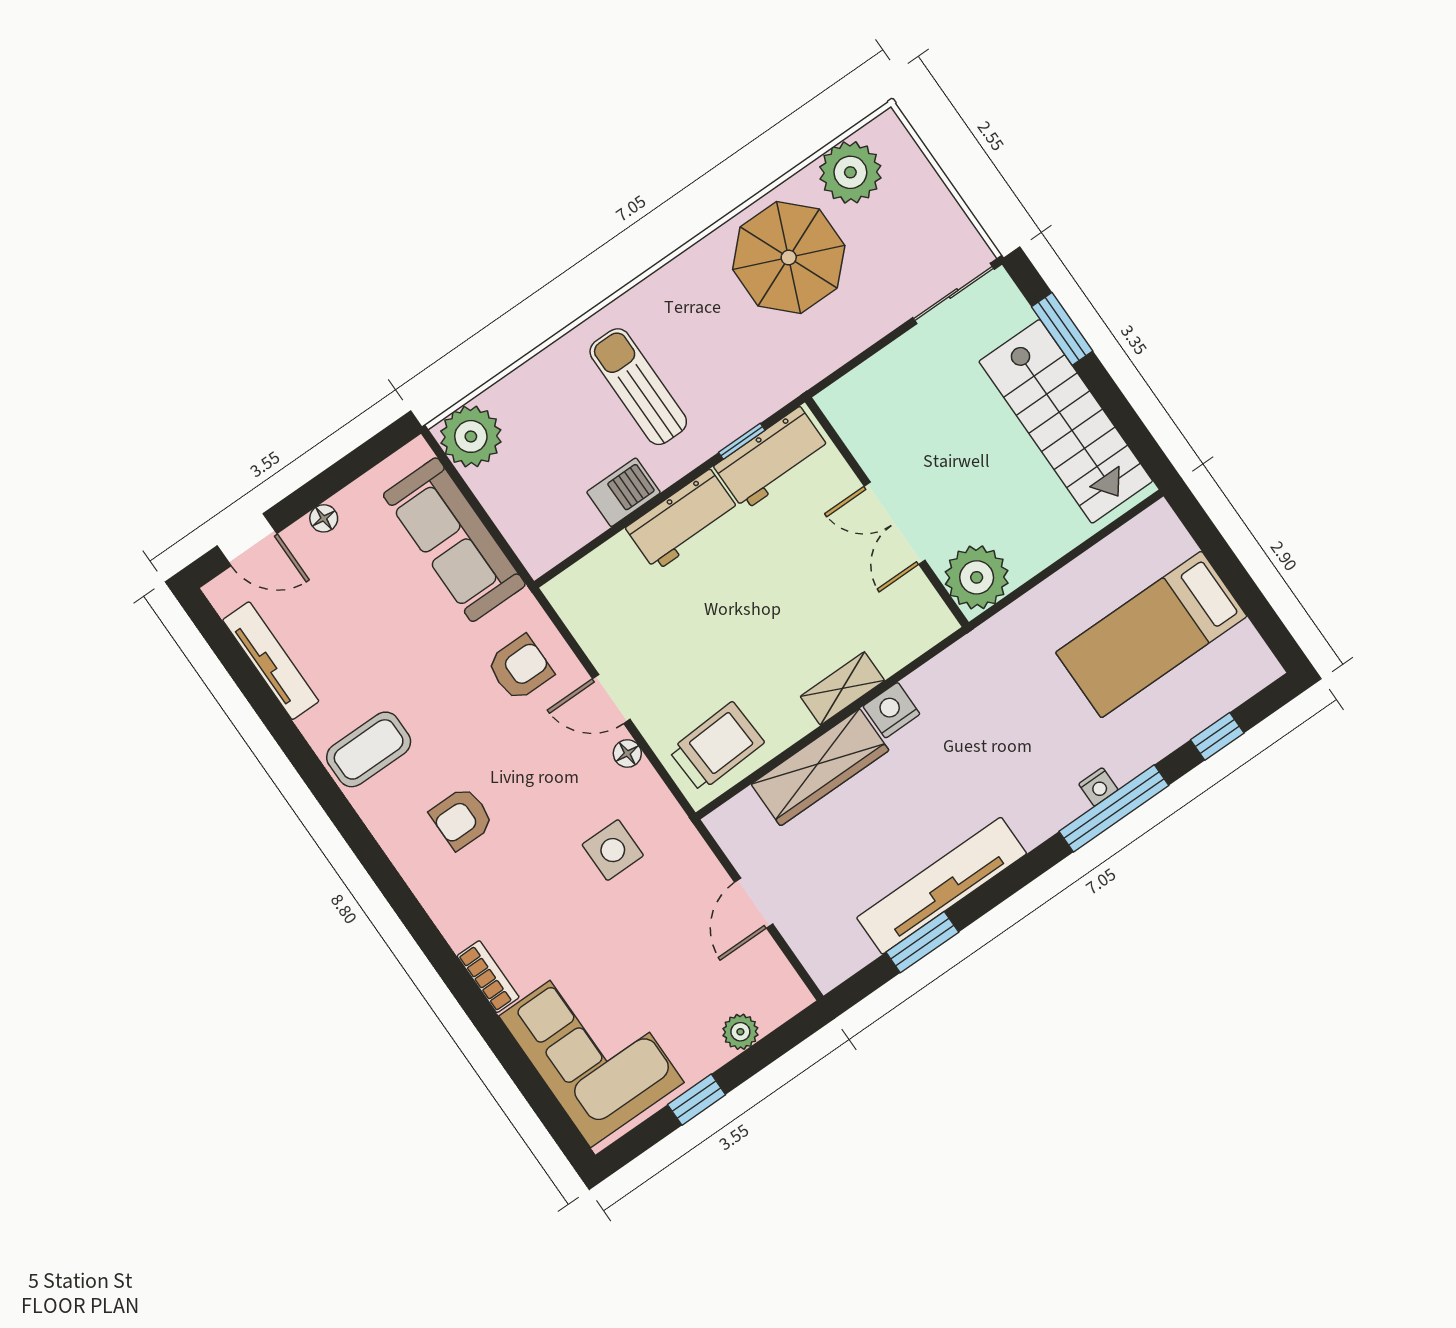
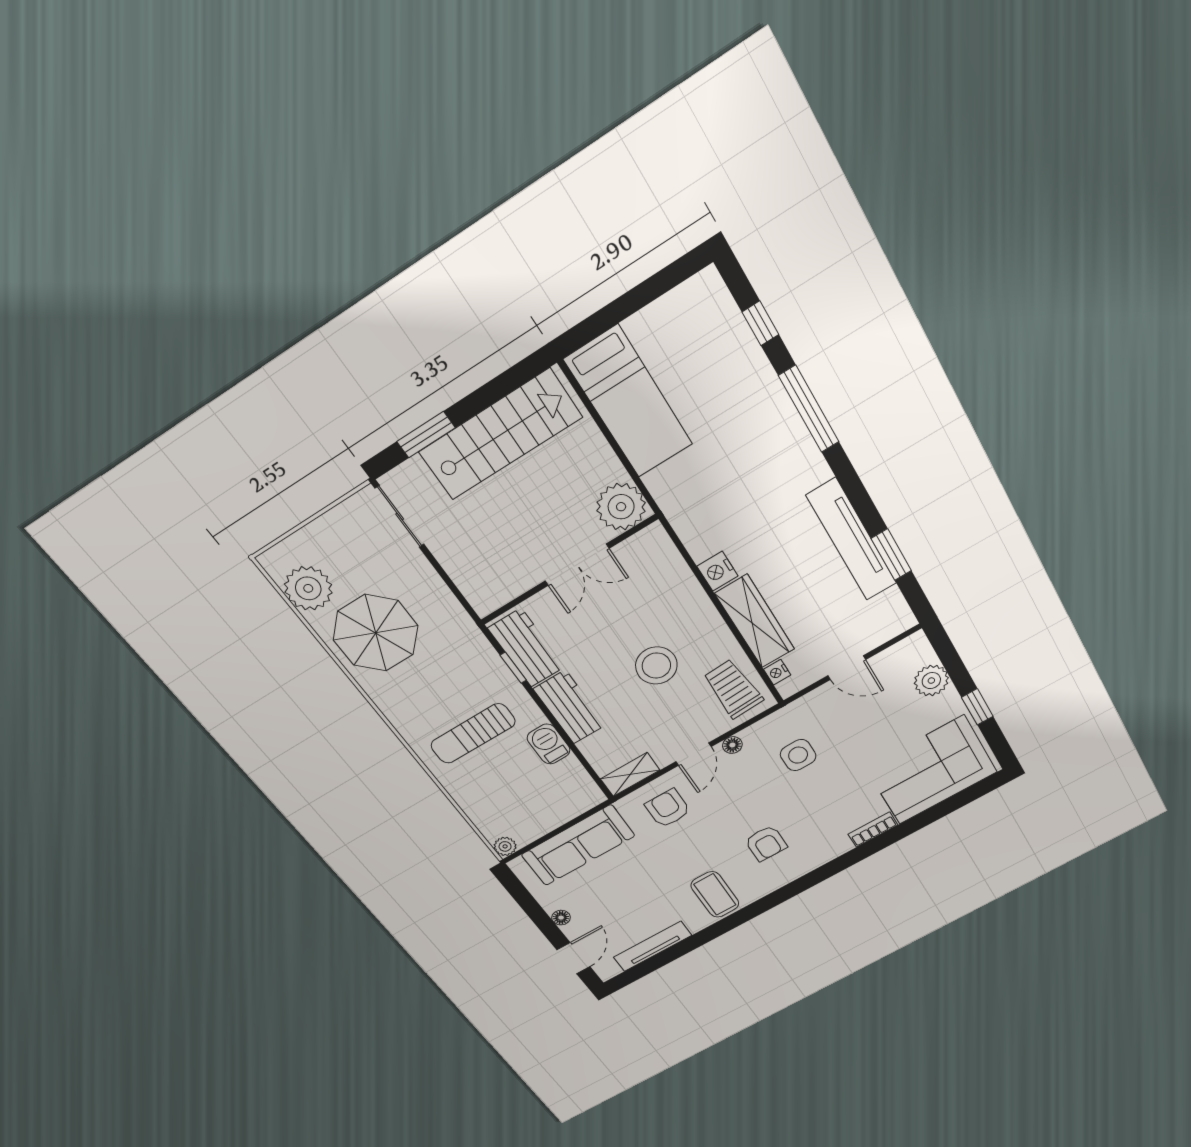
plant: (471, 436) -> (505, 846), width x0.53, depth x0.53
bed: (1151, 634) -> (629, 402), moved
stool: (750, 637) -> (656, 666), added
shelving: (842, 688) -> (630, 774), moved, turned 90
nightstand: (1098, 787) -> (777, 672), moved, turned 180
plant: (740, 1032) -> (931, 681), width x1.38, depth x1.38

